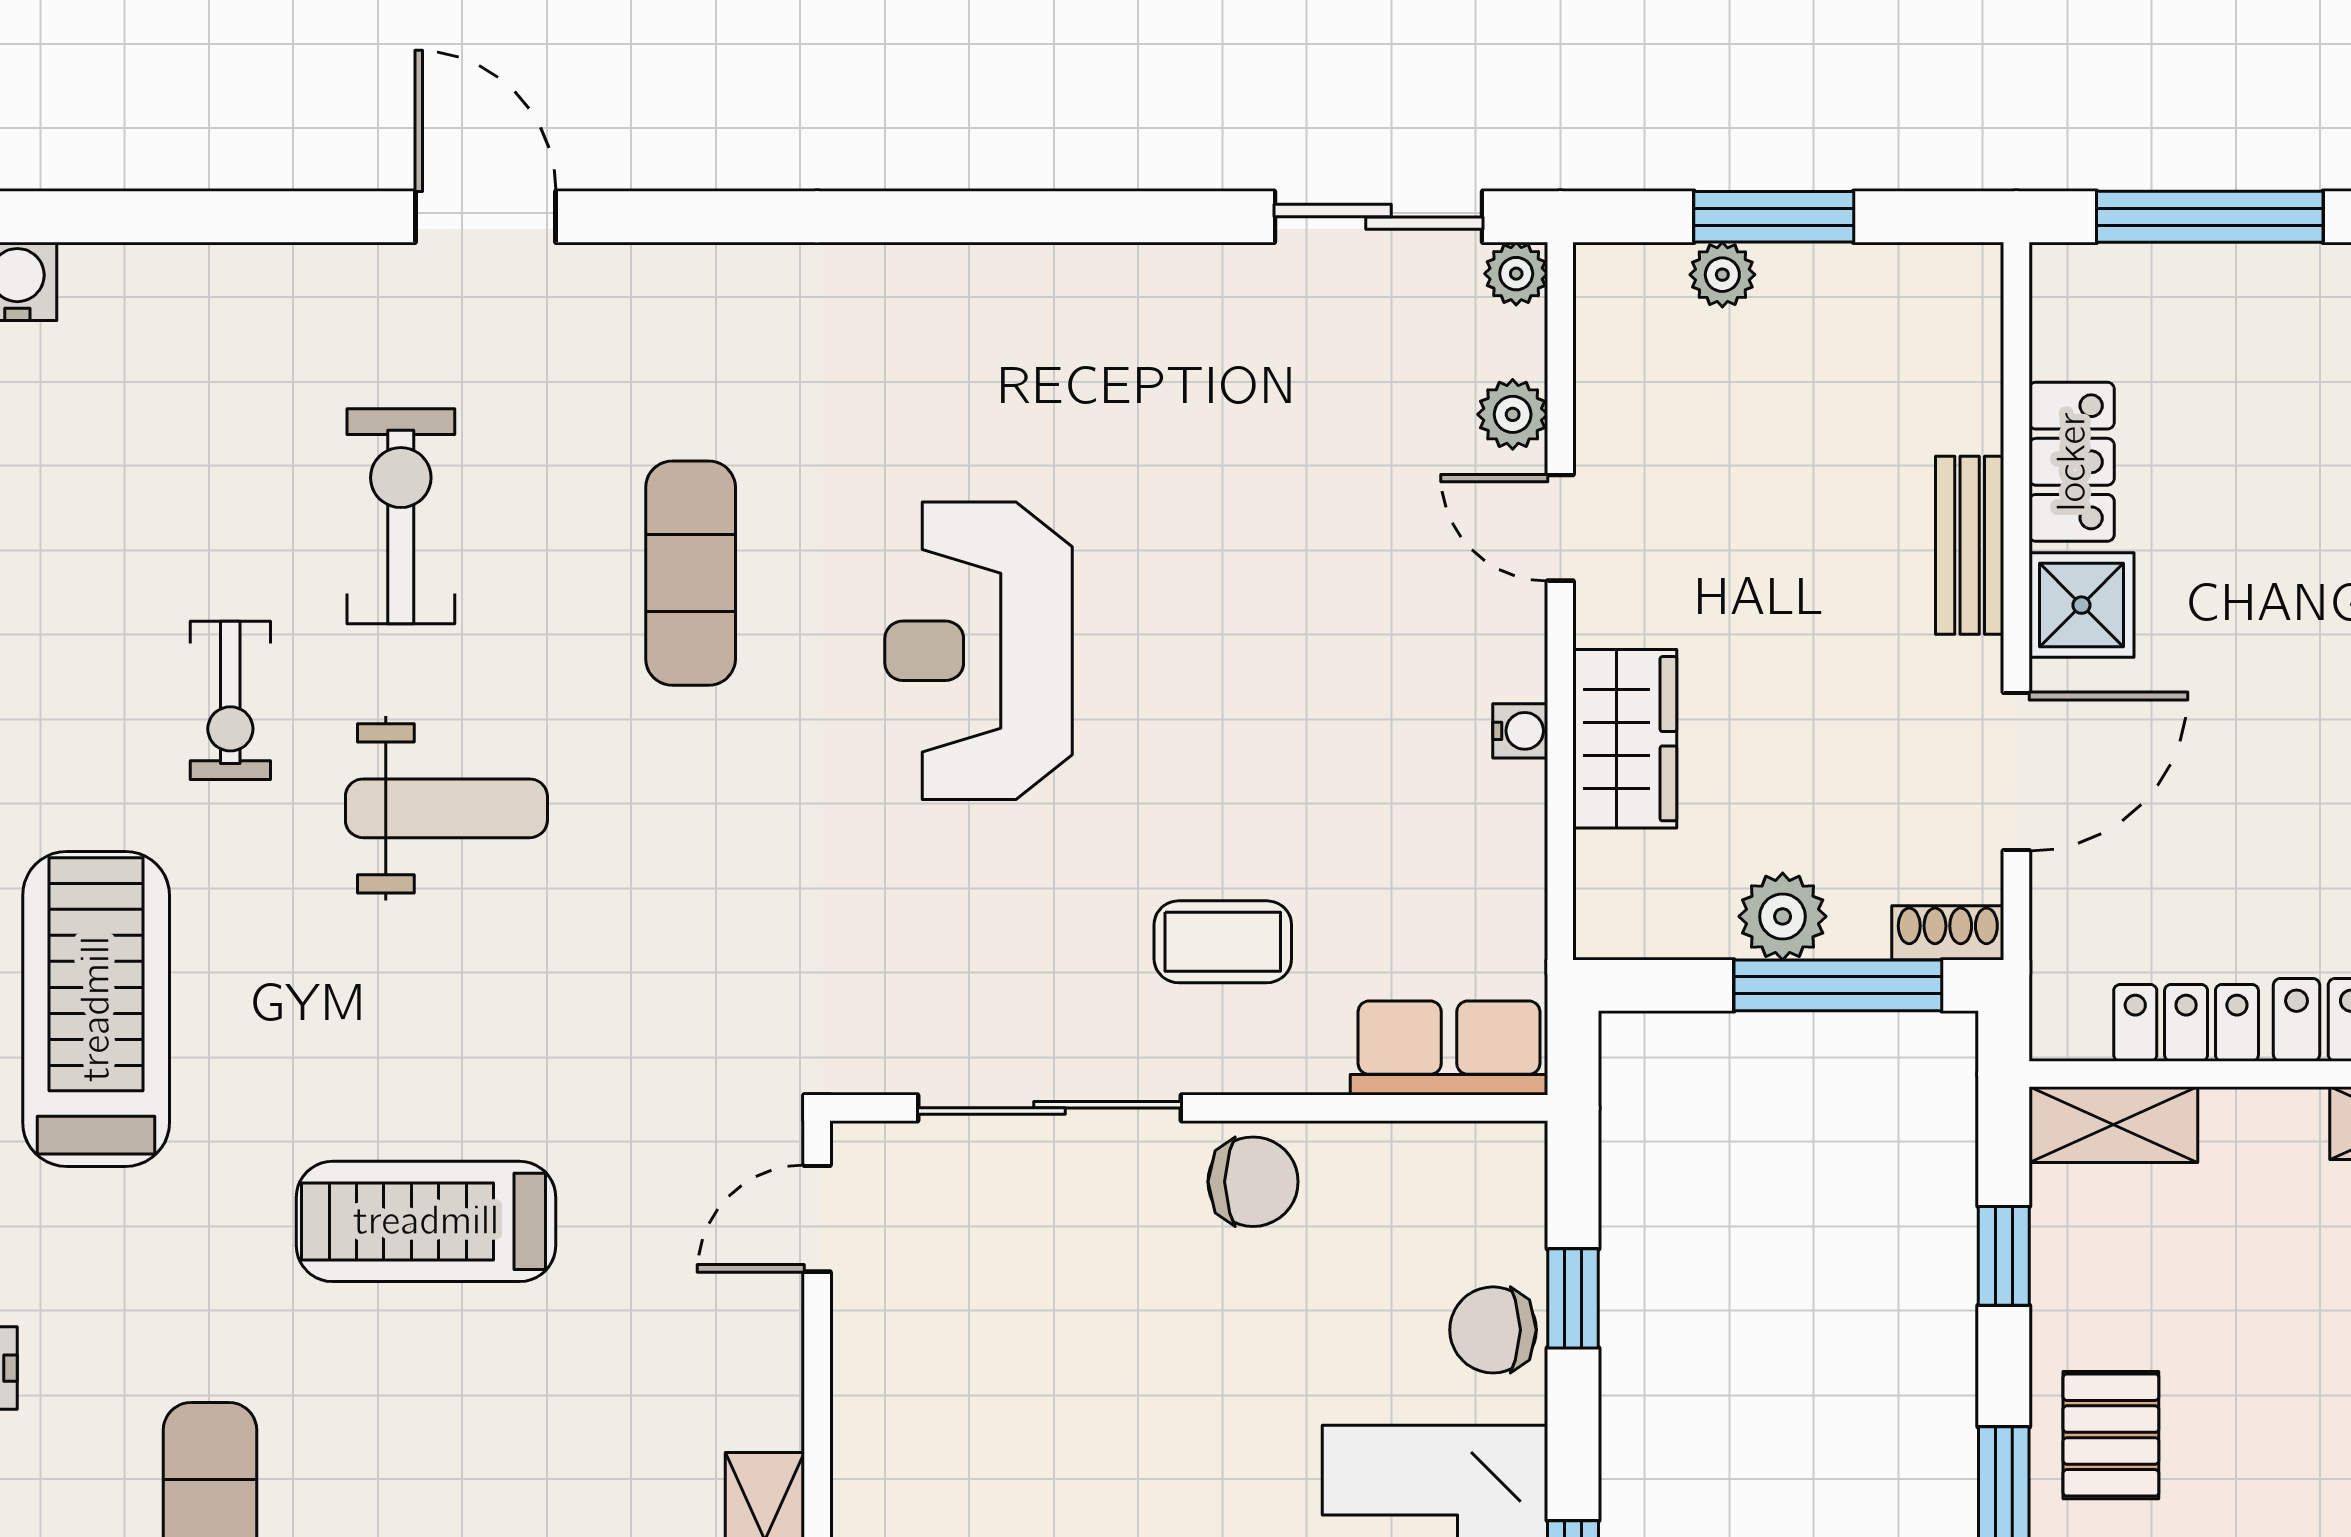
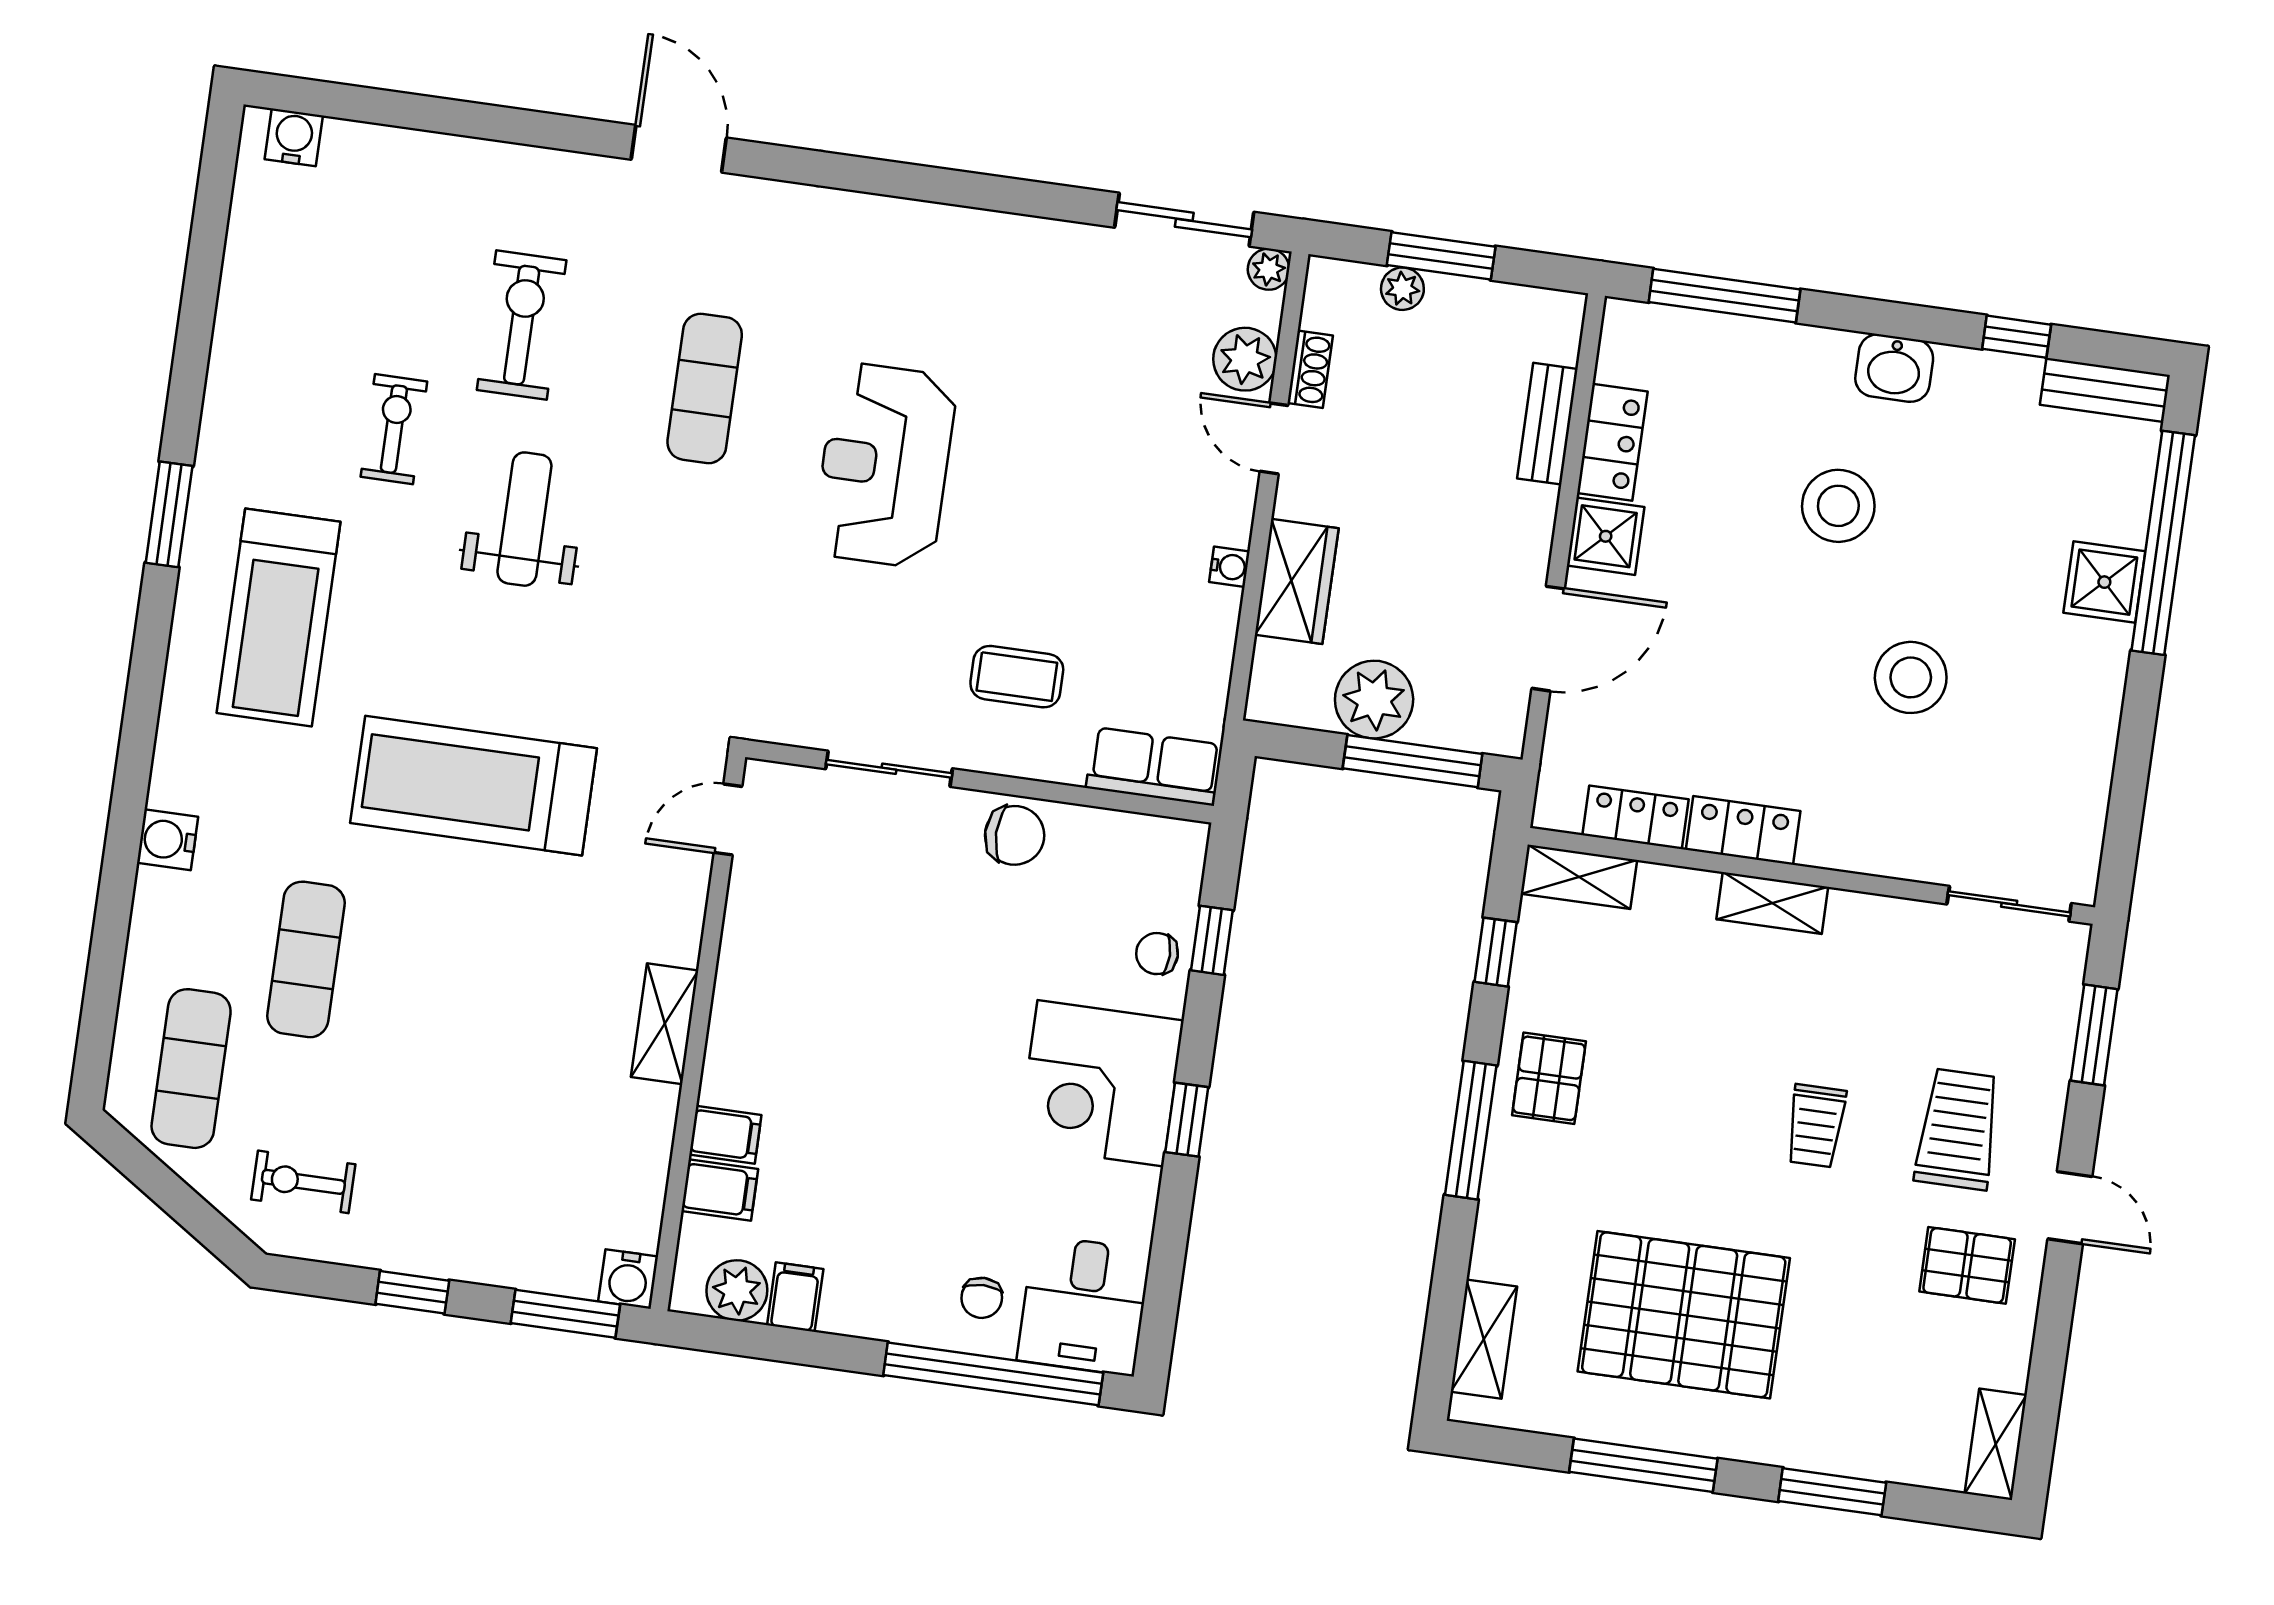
door: (486, 217) -> (679, 149), moved
plant: (1513, 414) -> (1245, 359), width x1.38, depth x1.38
bench: (1970, 545) -> (1547, 424), moved
exercise bike: (230, 700) -> (394, 429), turned 180
weight bench: (446, 808) -> (524, 519), turned -90
plant: (1783, 916) -> (1374, 700), width x1.36, depth x1.36
shoe rack: (1948, 933) -> (1310, 369), moved, turned 90
treadmill: (96, 1009) -> (278, 617), turned 180
sliding door: (1049, 1108) -> (889, 769), width x0.73
treadmill: (426, 1221) -> (474, 786), width x1.37, depth x1.38
chair: (1493, 1330) -> (1157, 954), width x0.73, depth x0.73

